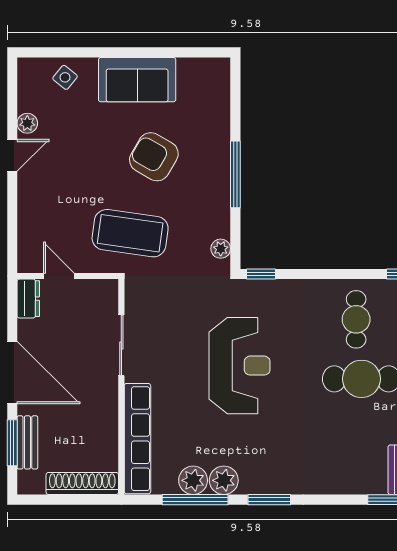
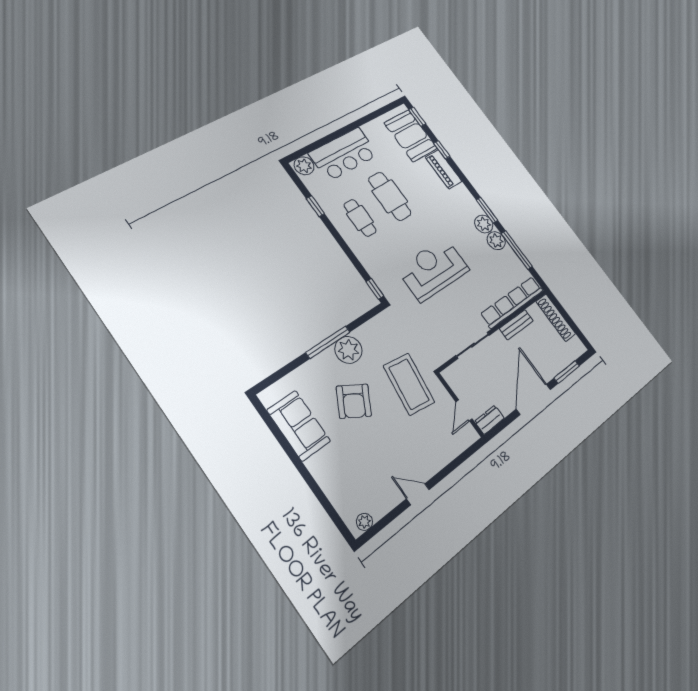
side table: (65, 77) -> (346, 497), removed
sofa: (137, 80) -> (299, 426), moved
plant: (27, 123) -> (364, 522), moved
plant: (221, 249) -> (348, 350), moved, width x1.87, depth x1.87
cafe table: (356, 319) -> (360, 218), turned 90
bench: (27, 442) -> (516, 325), moved
plant: (193, 480) -> (484, 224), moved
piano: (356, 481) -> (444, 169), added

